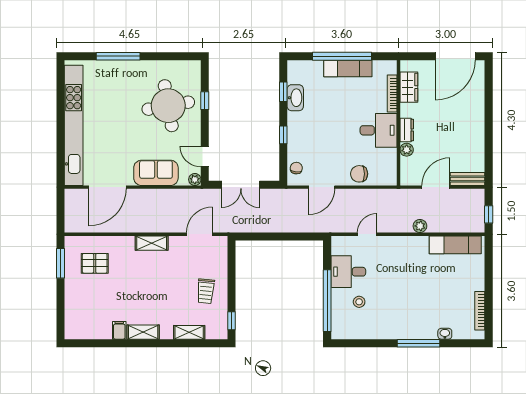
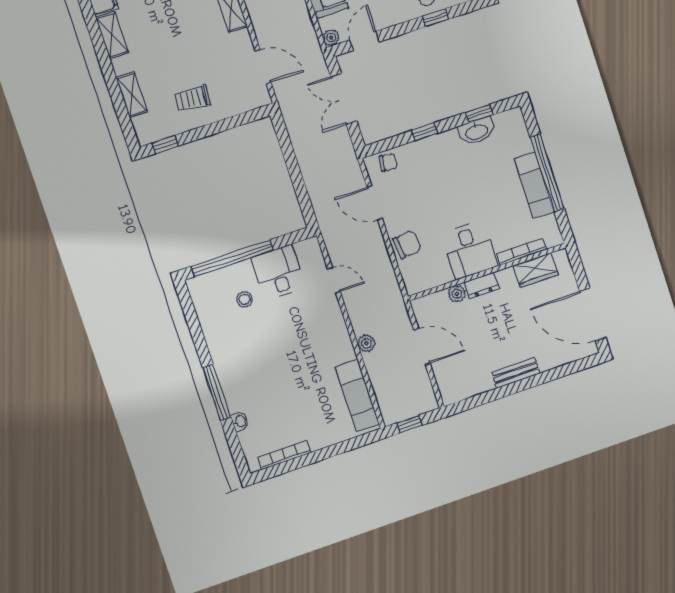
chair: (359, 174) -> (407, 244), turned 84
bench: (467, 179) -> (516, 373), moved, turned 90

